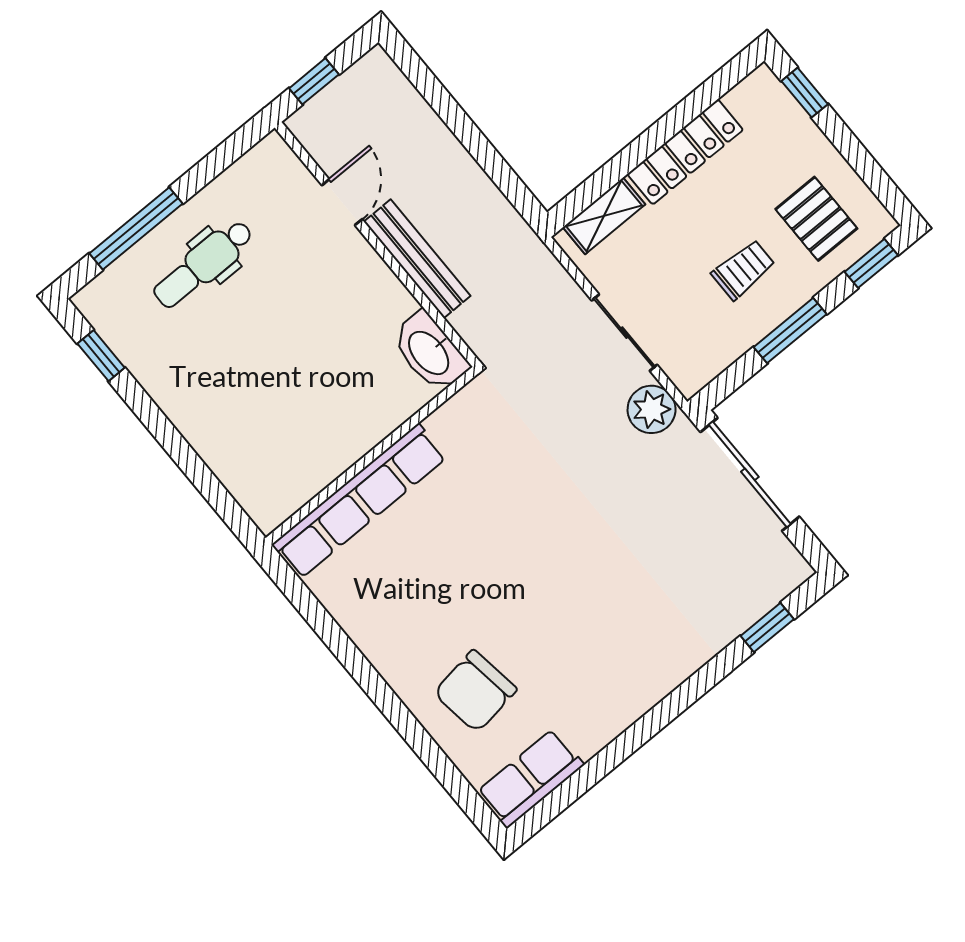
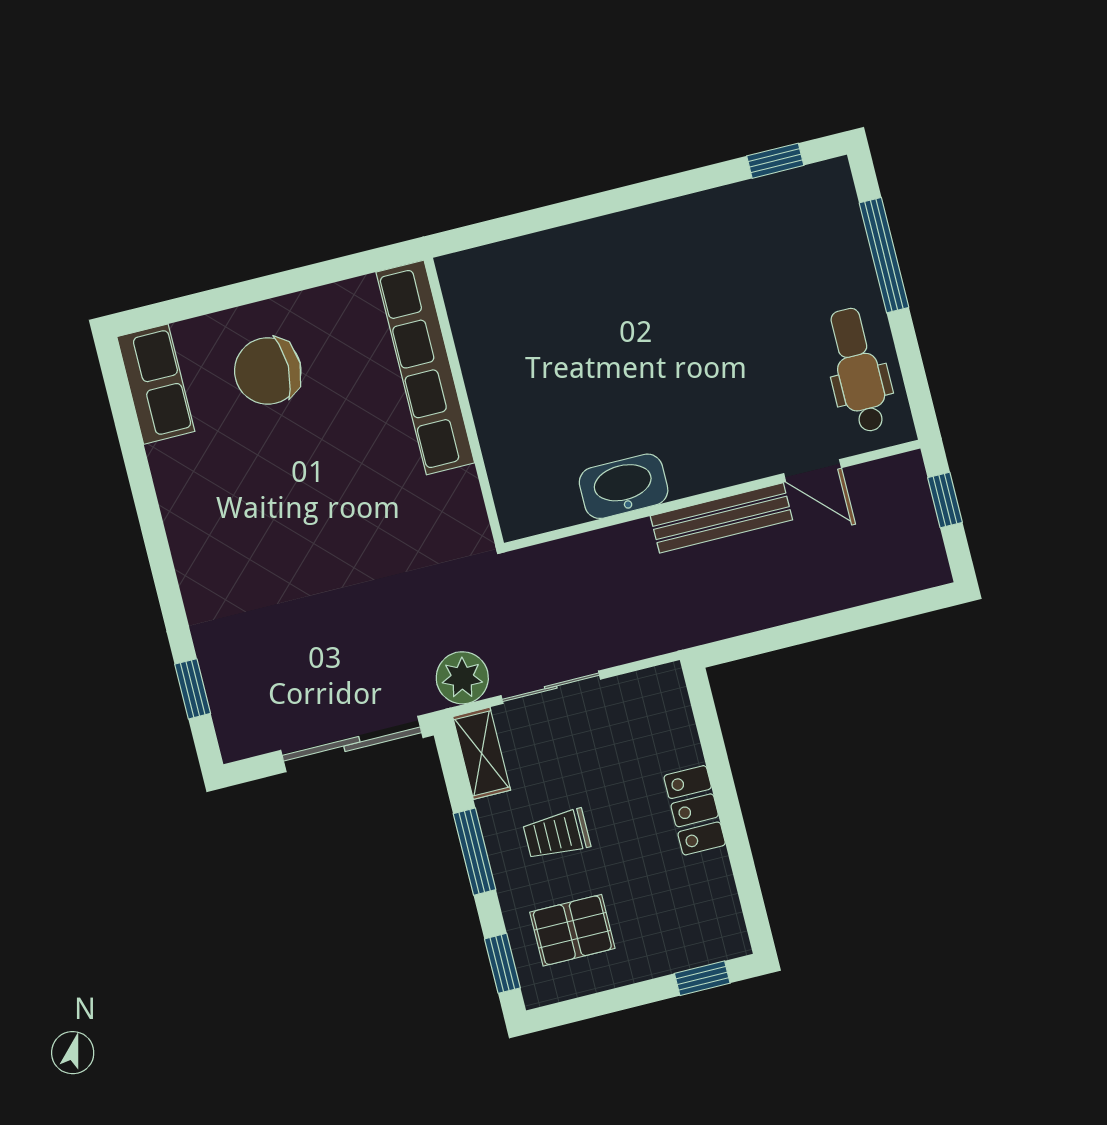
locker: (685, 152) -> (695, 810), width x0.66
shelving: (604, 216) -> (482, 753), moved
dental chair: (203, 264) -> (858, 370), moved
trolley: (743, 270) -> (557, 834), turned 90
wall: (372, 456) -> (464, 401), moved
row of seats: (359, 501) -> (425, 368), moved
chair: (475, 691) -> (268, 371), turned -82

